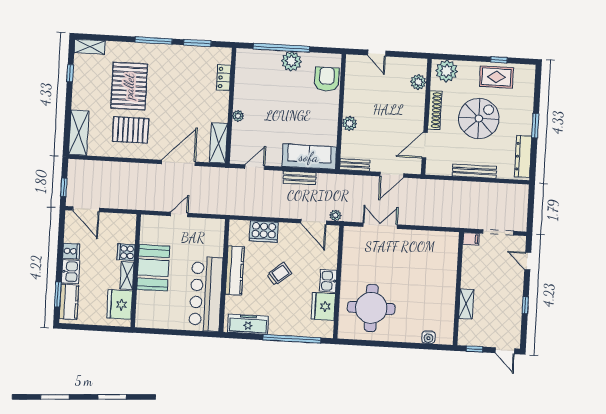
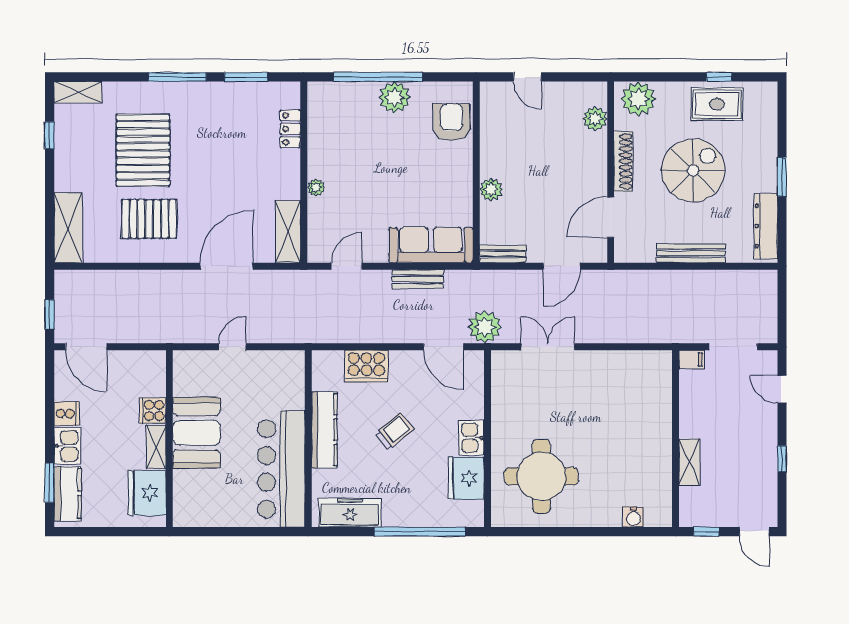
plant: (335, 215) -> (485, 327), width x1.88, depth x1.88

